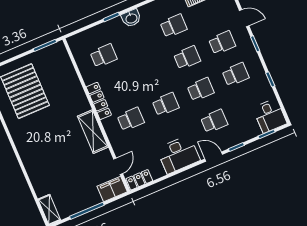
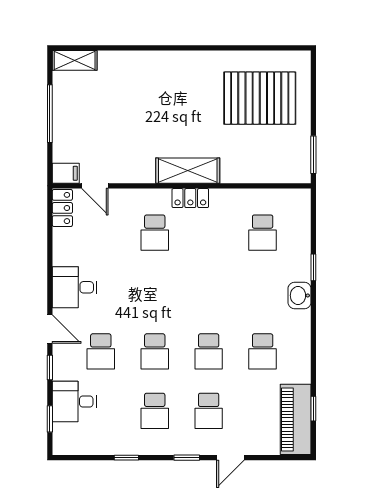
locker: (99, 101) -> (190, 198), width x0.66
school desk: (166, 104) -> (155, 292), removed
desk: (270, 116) -> (74, 402), moved
shelving: (93, 132) -> (188, 171), moved
desk: (178, 154) -> (75, 287), width x0.73
door: (214, 157) -> (50, 329), hinge flipped
filing cabinet: (112, 189) -> (66, 173), width x0.50

